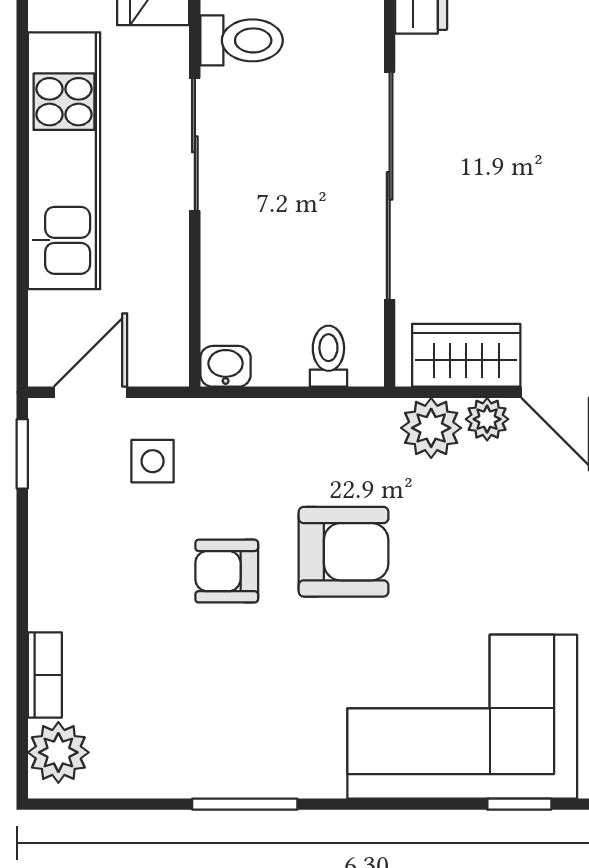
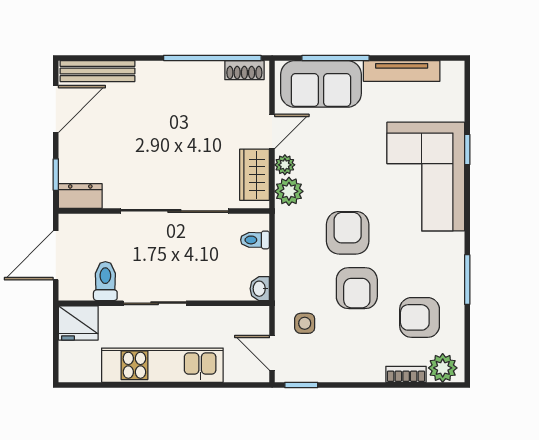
armchair: (227, 571) -> (357, 288), width x1.38, depth x1.38
armchair: (165, 704) -> (420, 317), added

